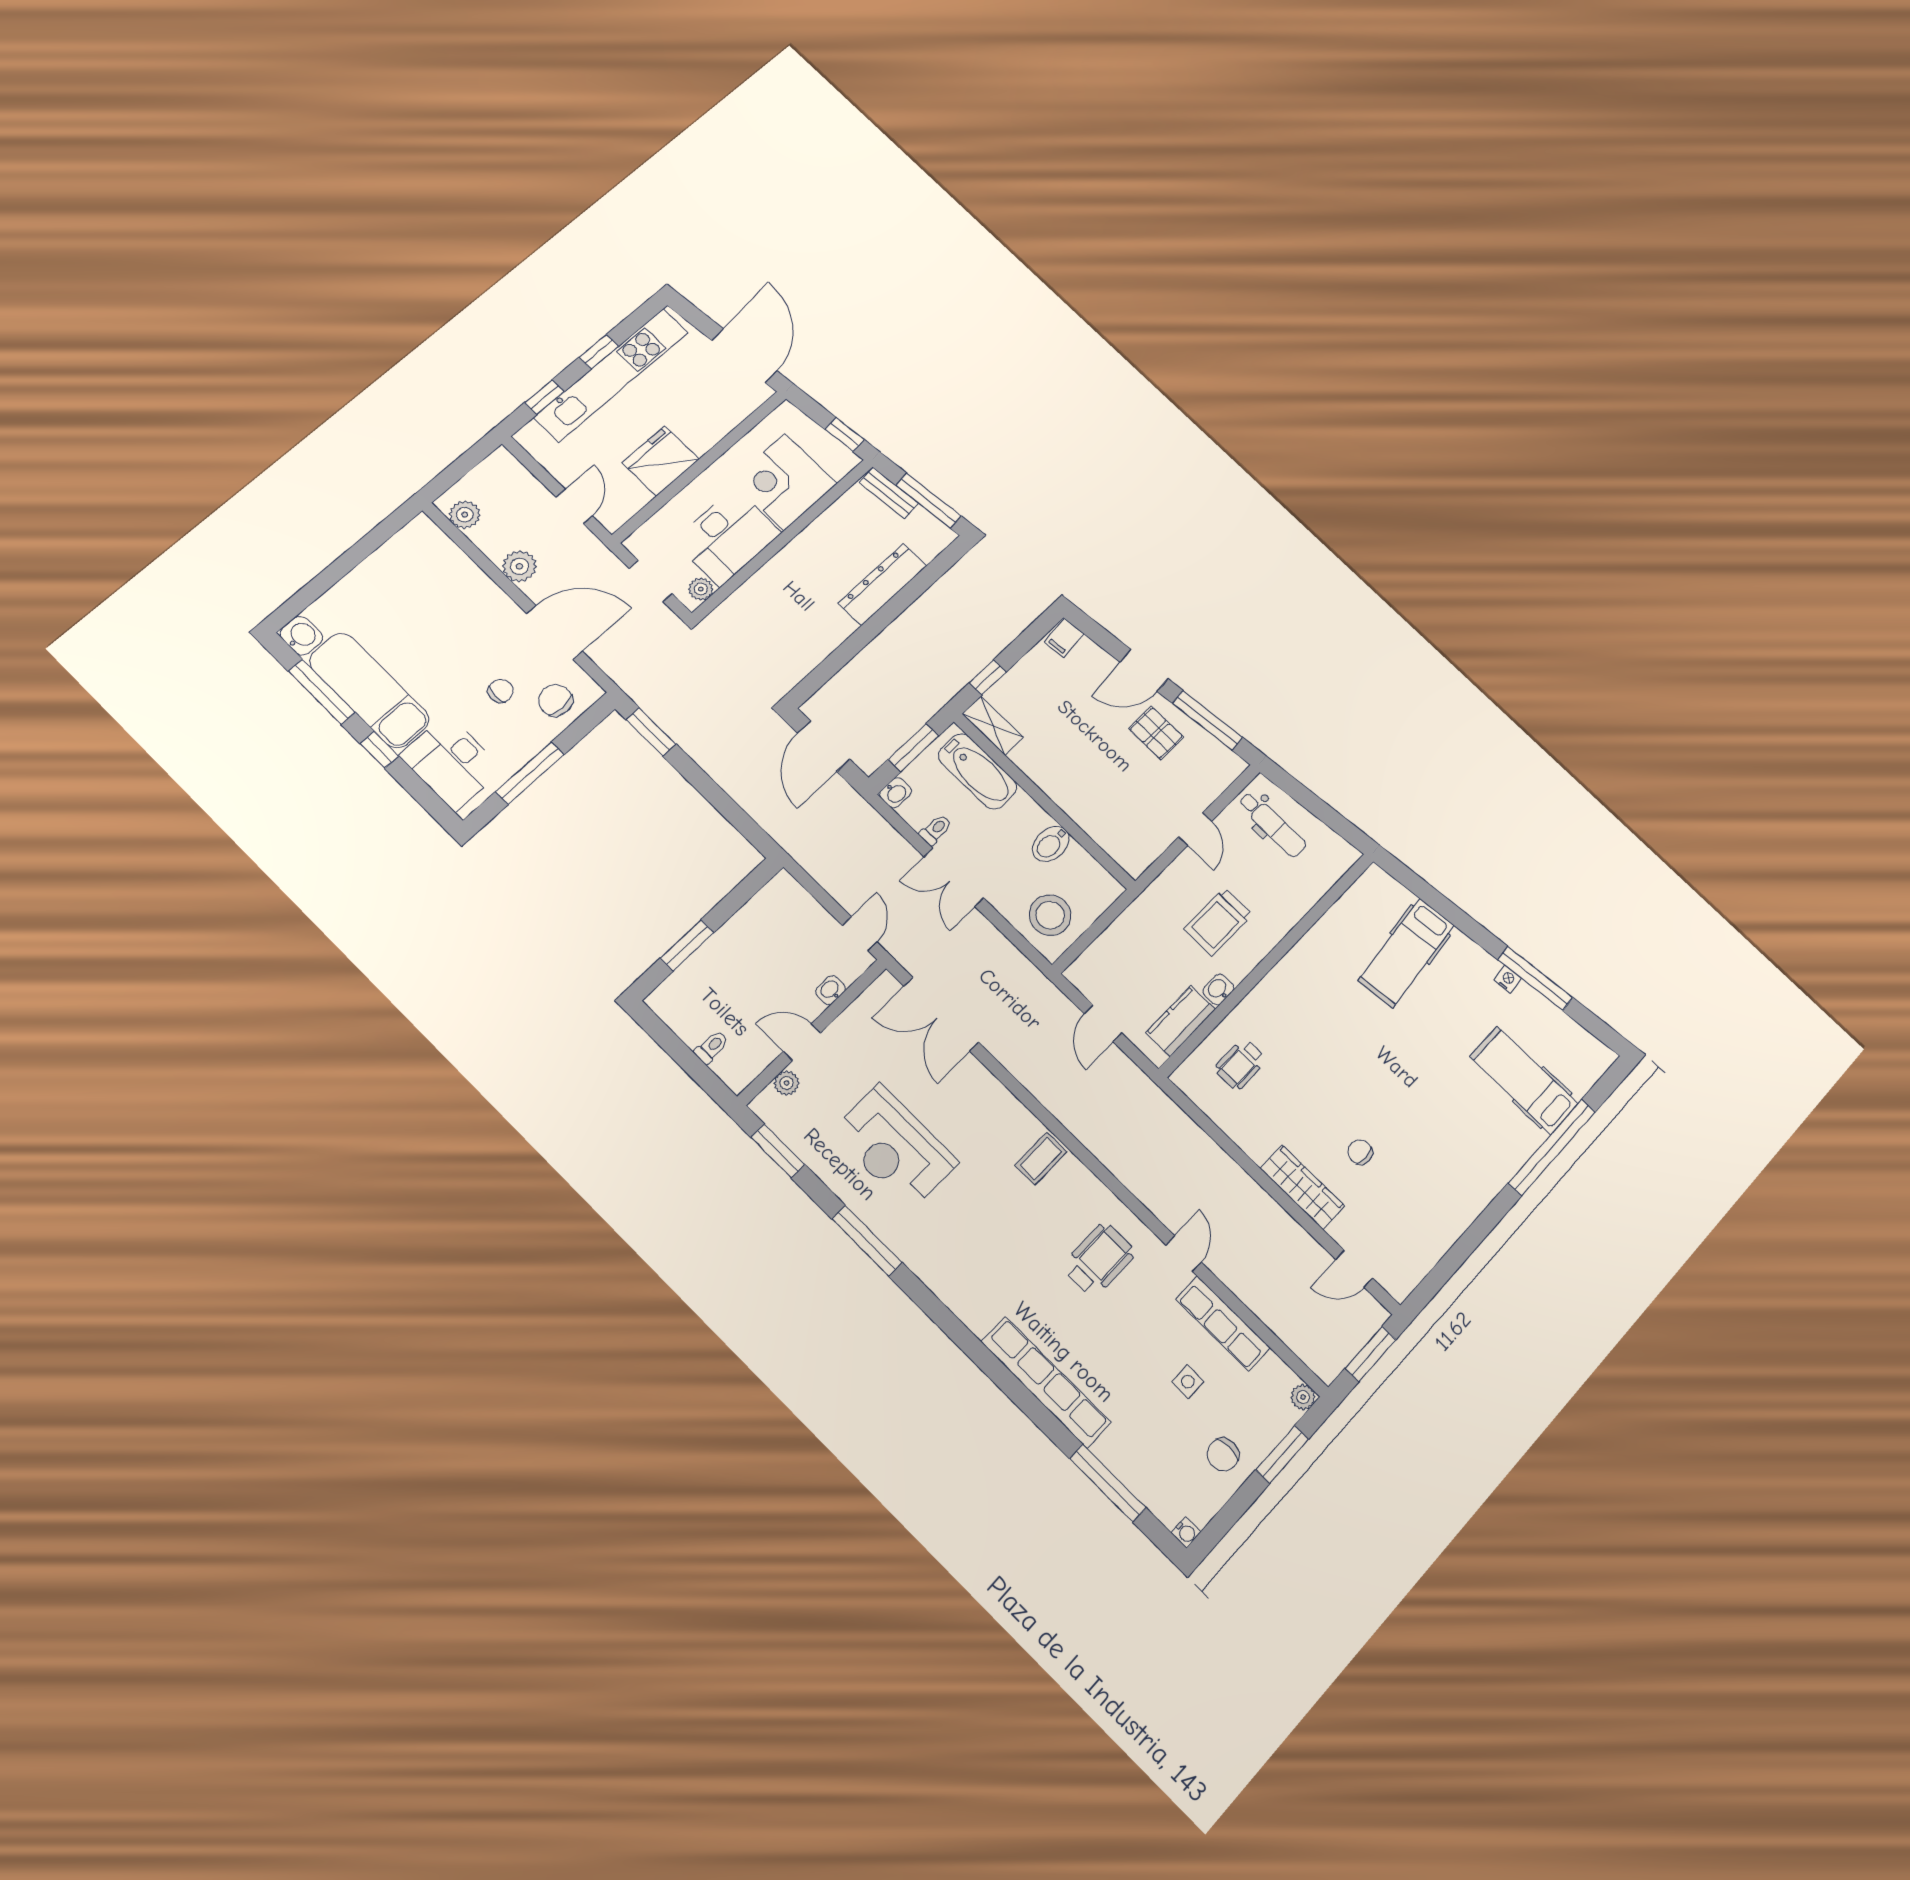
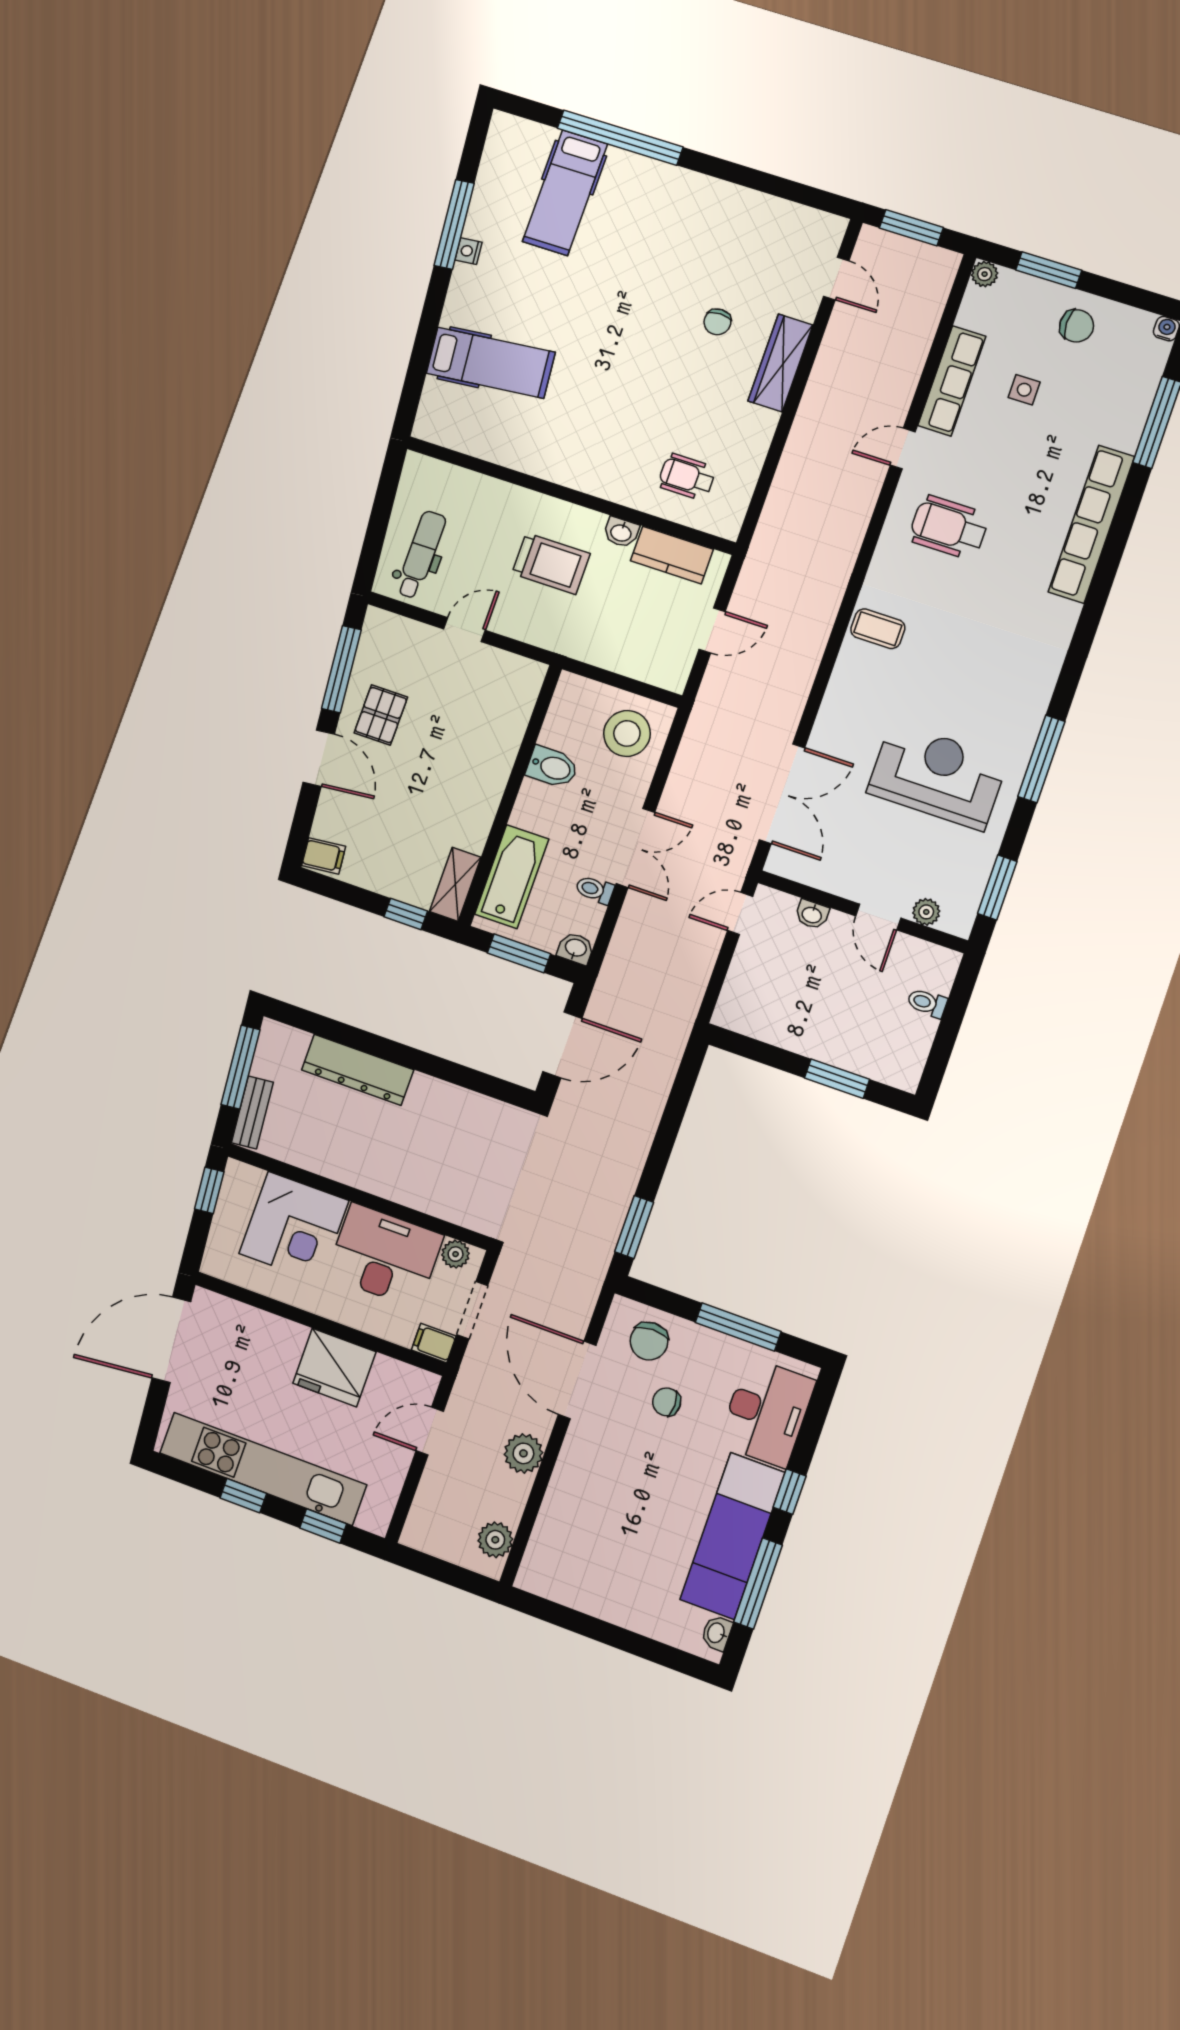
filing cabinet: (640, 541) -> (434, 1343), added
washbasin: (301, 636) -> (717, 1633), width x0.72, depth x0.69
wheelchair: (1240, 1064) -> (687, 477), turned 180
reception desk: (895, 1147) -> (937, 776), turned -90

